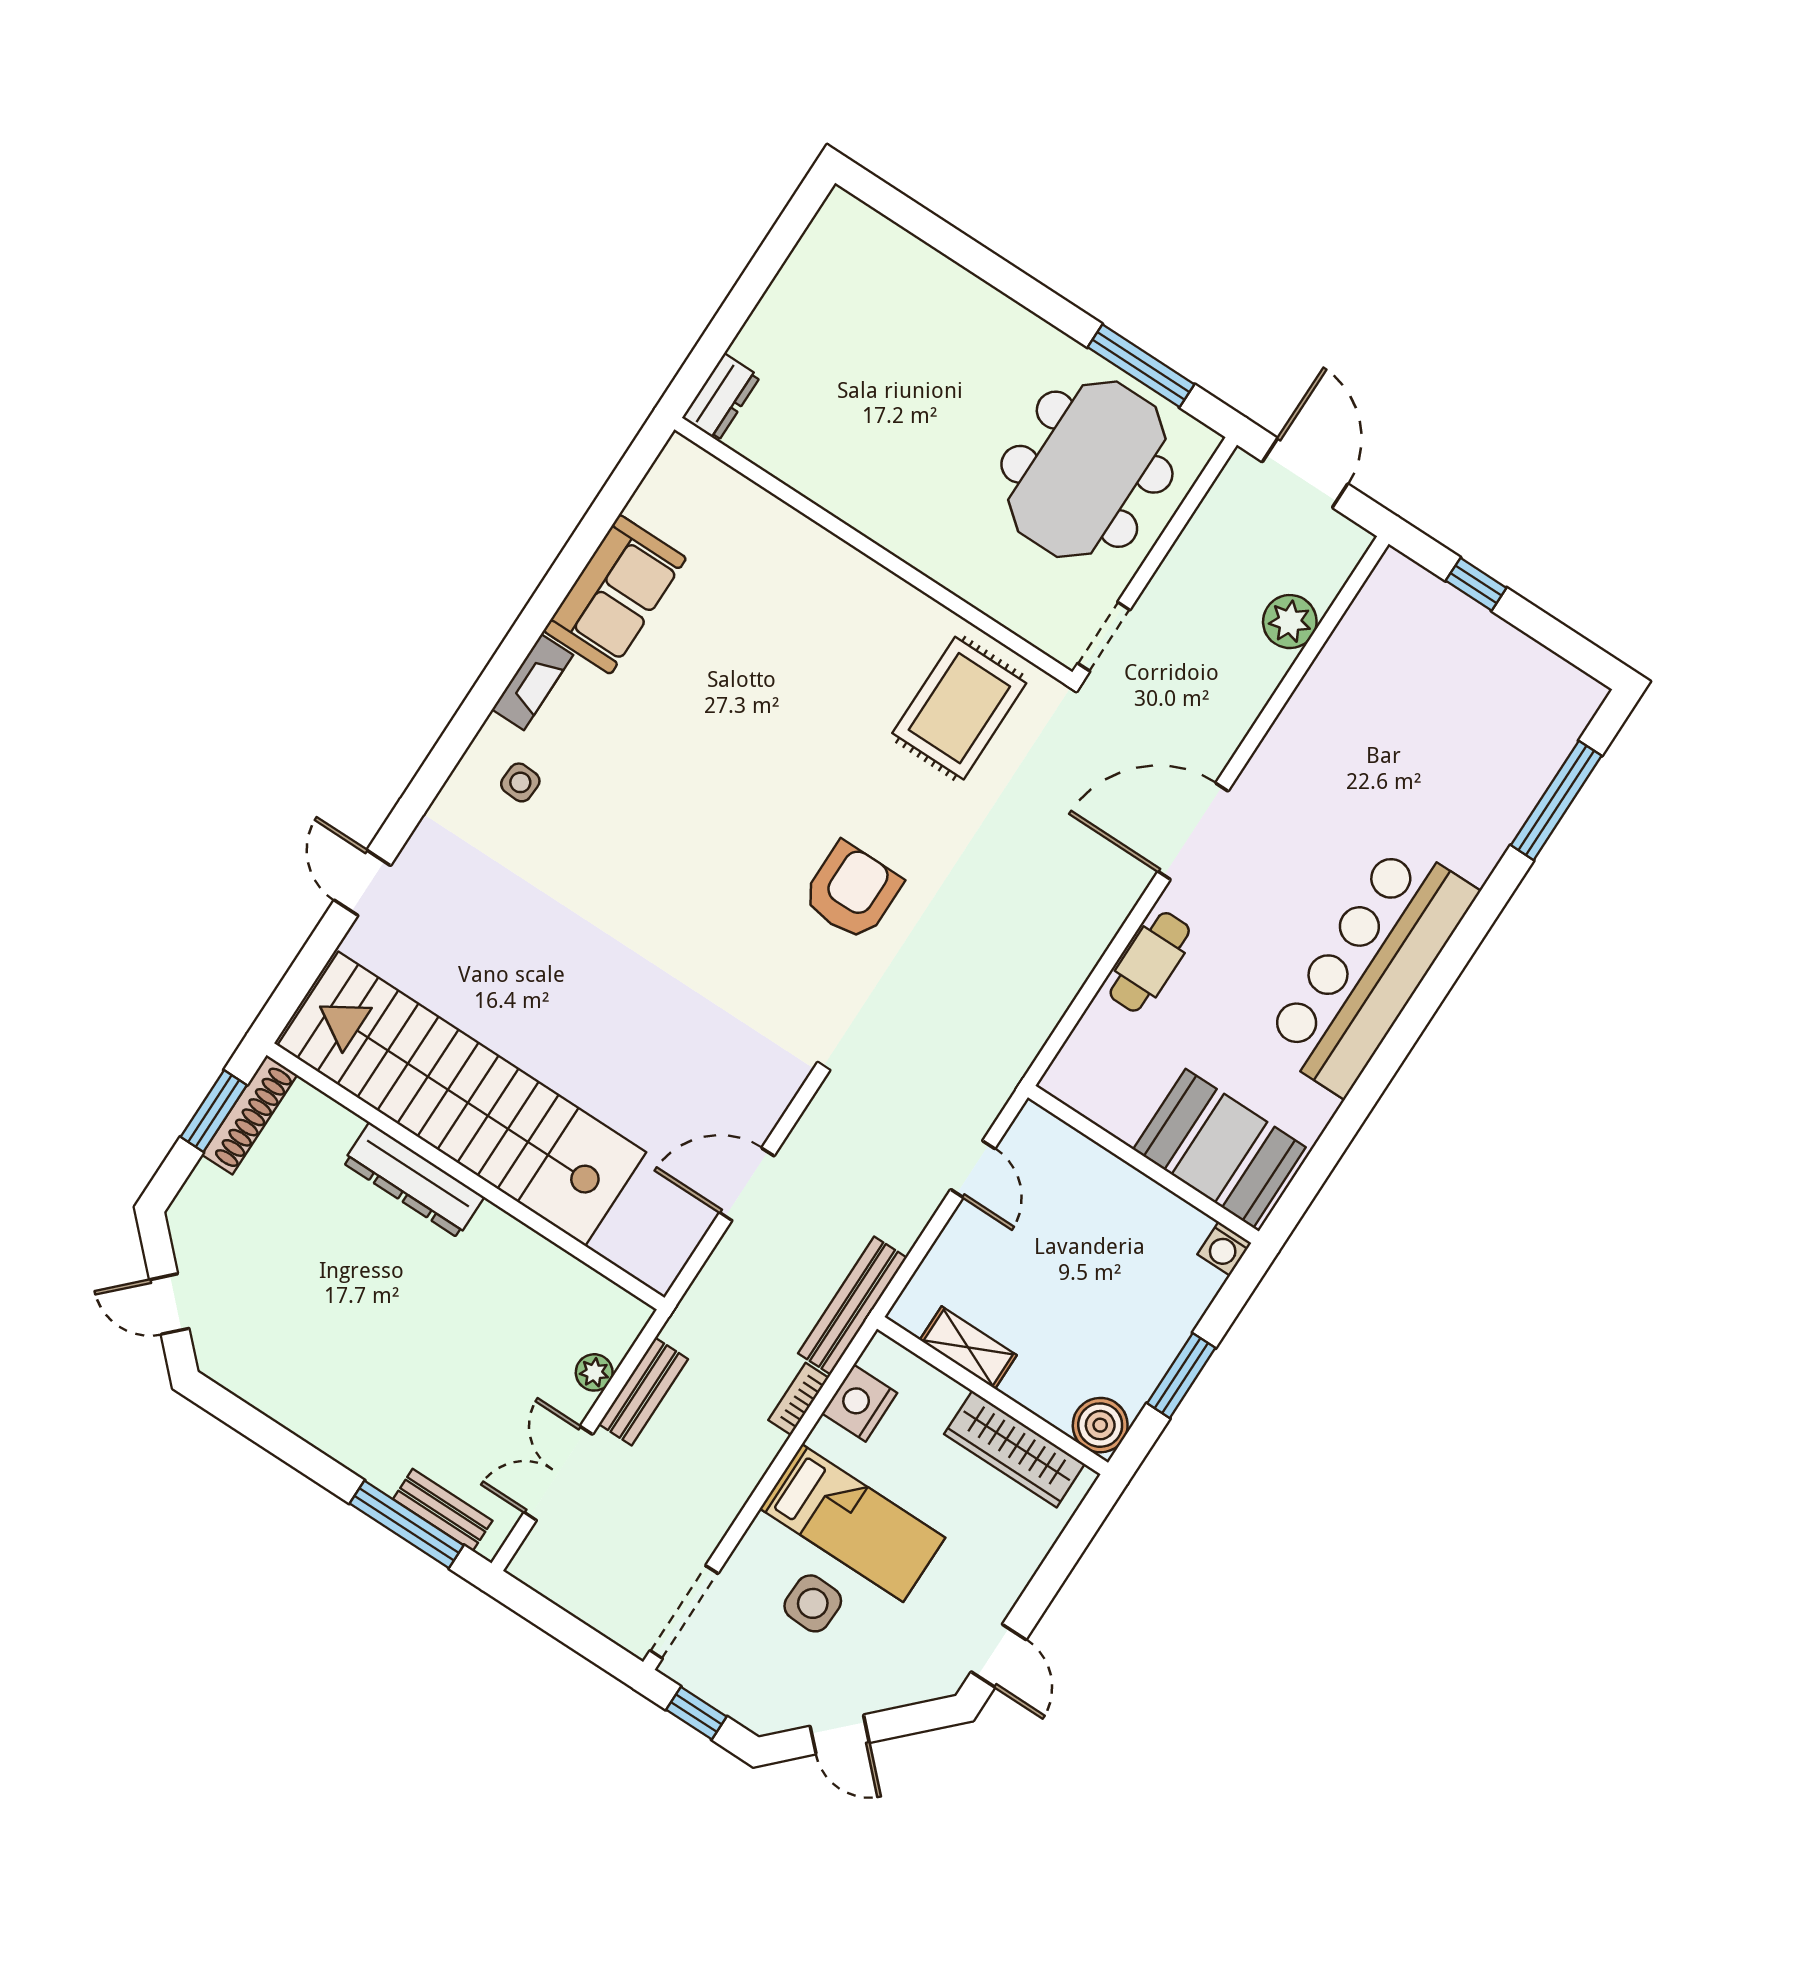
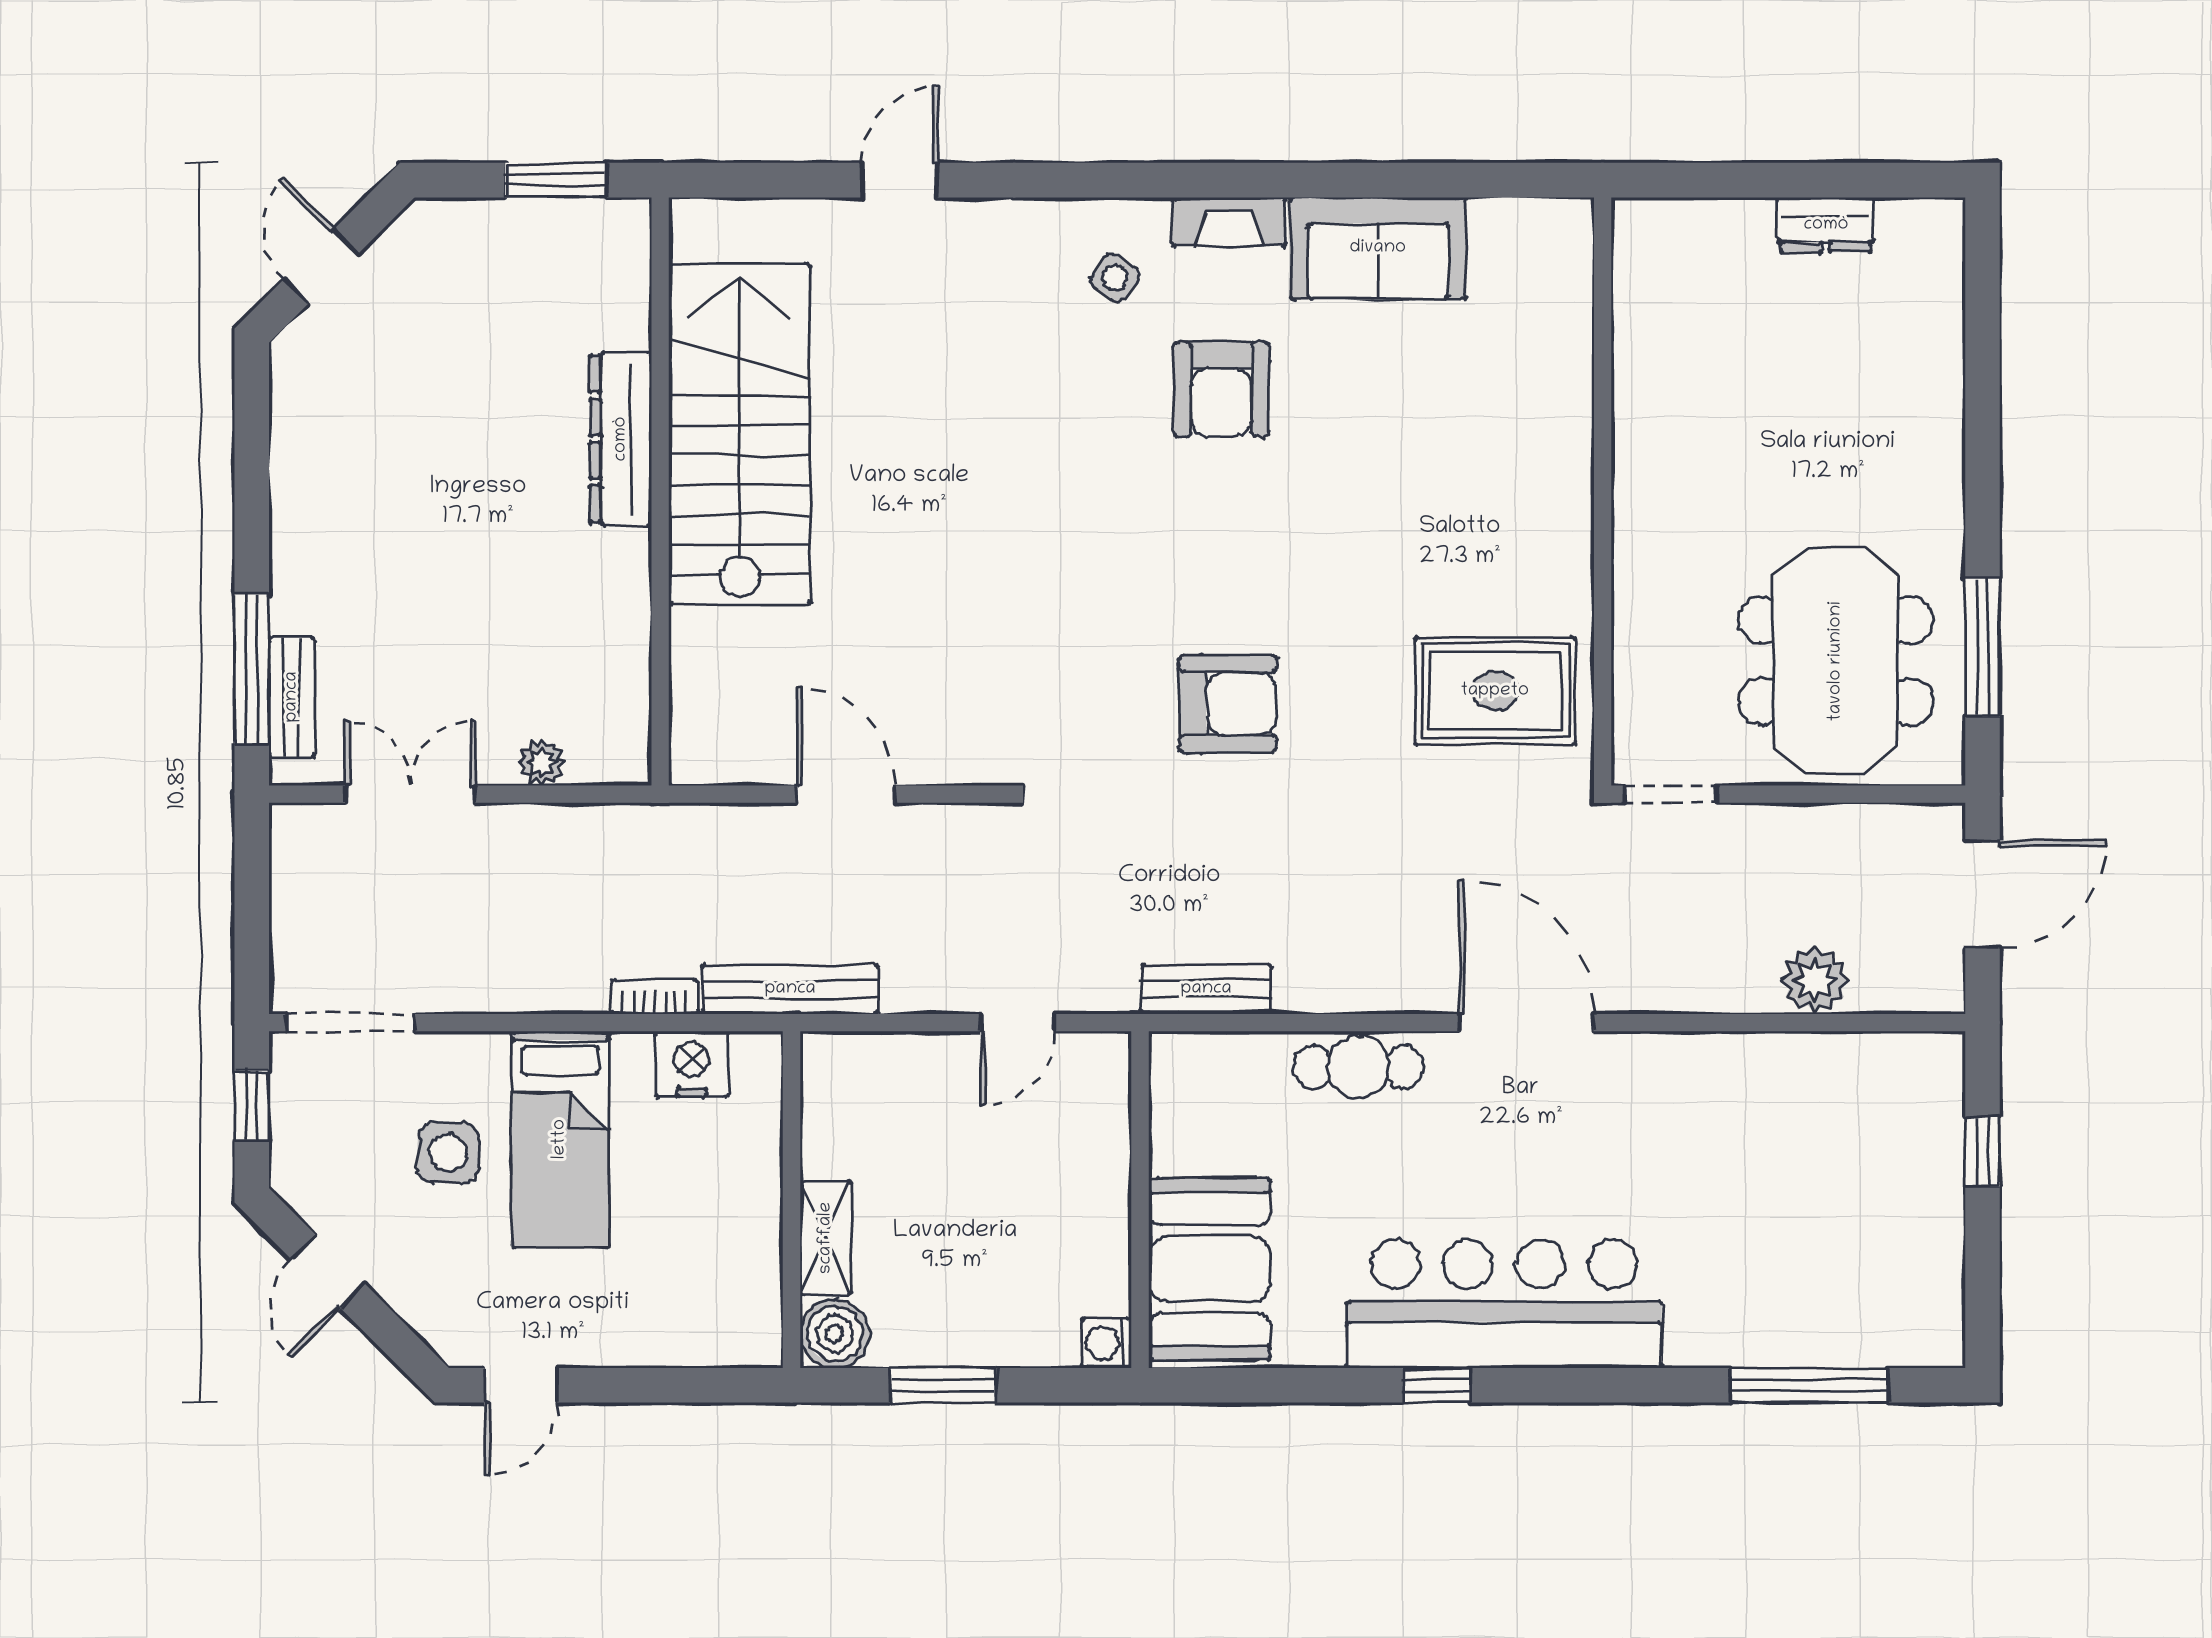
dresser: (721, 397) -> (1826, 225), moved
meeting table: (1087, 469) -> (1836, 661), turned 90
armchair: (641, 759) -> (1222, 389), added
side table: (520, 782) -> (1114, 278), turned 32
window: (1395, 1048) -> (1436, 1385), added
stairs: (462, 1099) -> (740, 434), width x0.73
shoe rack: (249, 1115) -> (576, 220), removed
shelving: (968, 1348) -> (826, 1238), moved
bench: (643, 1392) -> (1206, 989), moved
wardrobe: (1014, 1449) -> (750, 1260), removed

